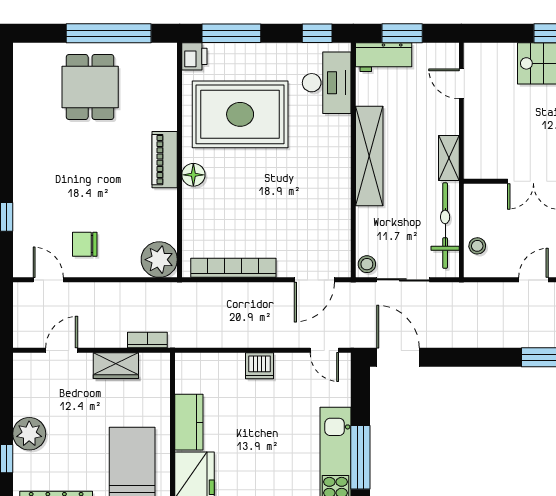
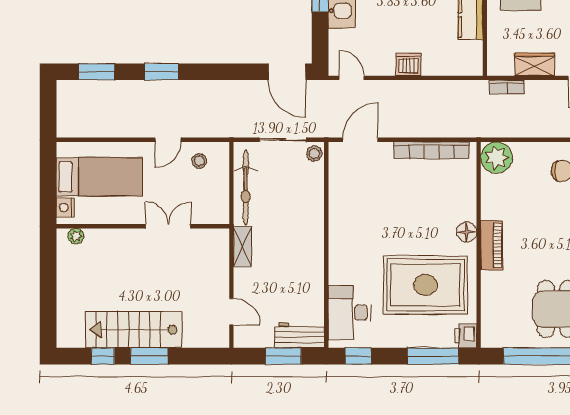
shelving: (369, 156) -> (312, 248), removed
stool: (477, 246) -> (199, 161), moved

